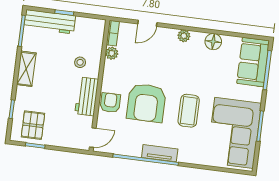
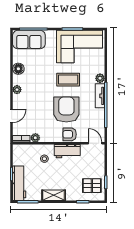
door: (147, 23) -> (12, 116), hinge flipped
armchair: (146, 103) -> (66, 109), turned -90
plant: (185, 156) -> (100, 78), added

